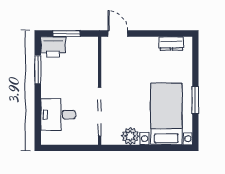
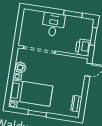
printer: (53, 47) -> (83, 47), moved
desk: (58, 115) -> (53, 24), moved

